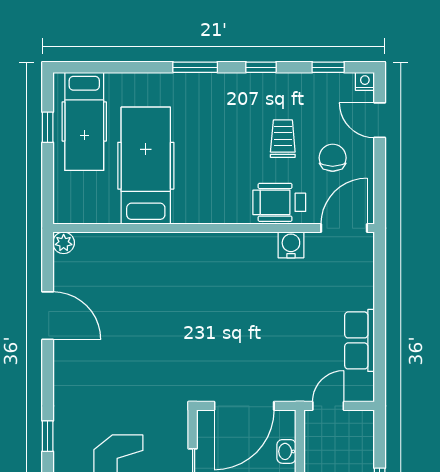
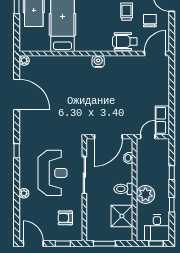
water cooler: (291, 245) -> (98, 61), moved
door: (48, 316) -> (17, 94), width x1.36
row of seats: (360, 340) -> (162, 120), moved

